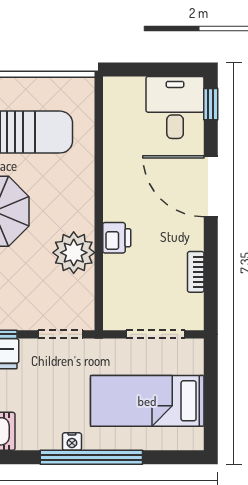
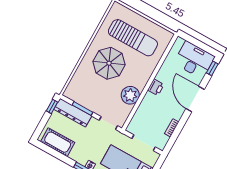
desk: (175, 107) -> (194, 60), width x1.37
printer: (117, 238) -> (156, 87), moved

